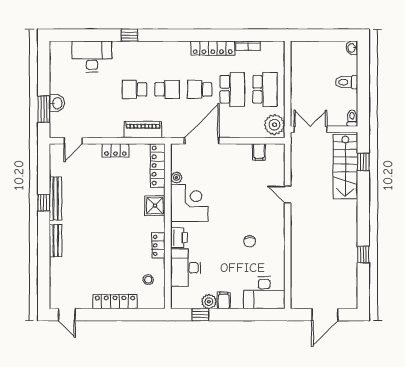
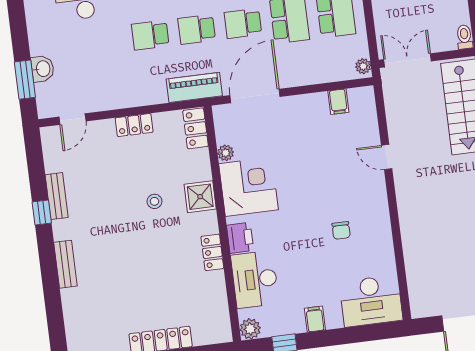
school desk: (167, 89) -> (197, 29), turned 180
plant: (275, 125) -> (363, 66), width x0.53, depth x0.53
piano: (143, 129) -> (194, 87), moved
locker: (158, 166) -> (196, 128), width x0.66
bench: (56, 198) -> (57, 196), width x0.73
stool: (148, 280) -> (154, 201), moved
plant: (209, 302) -> (250, 329), moved

